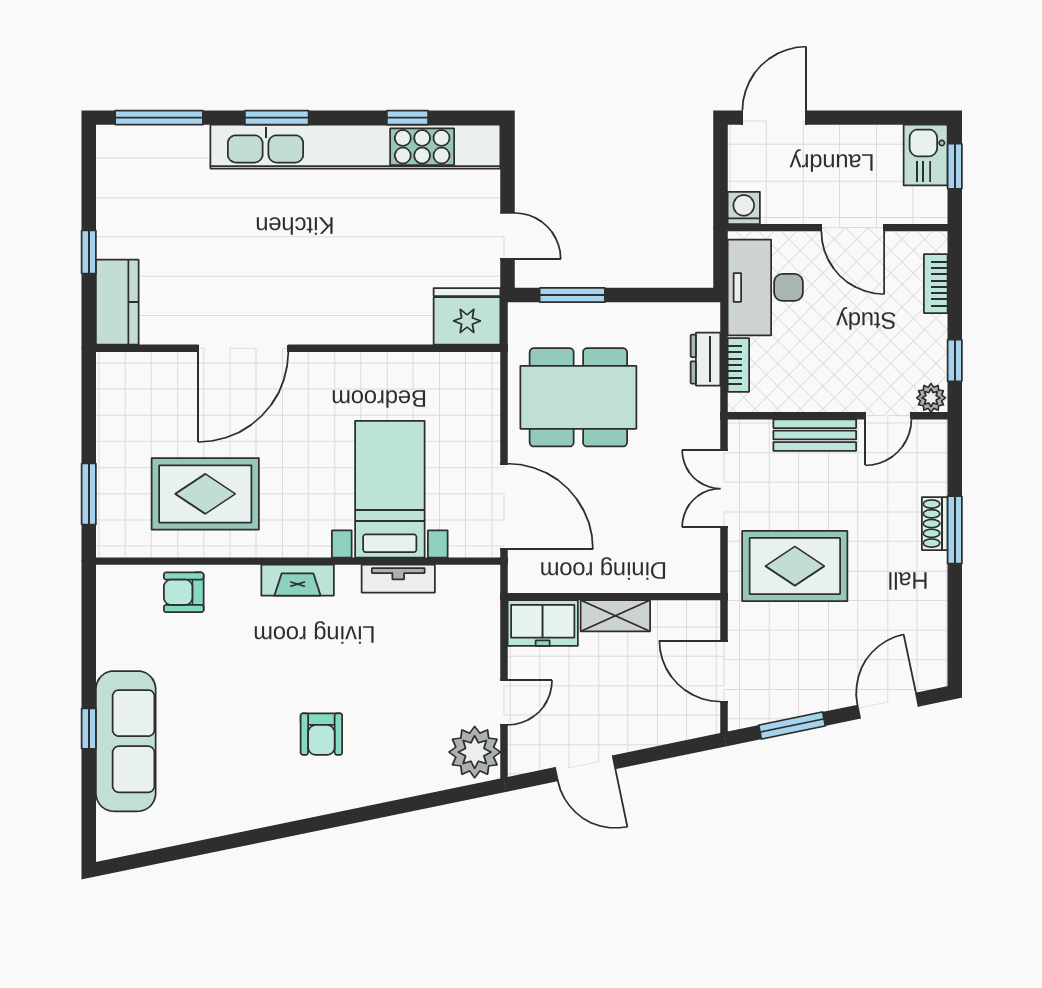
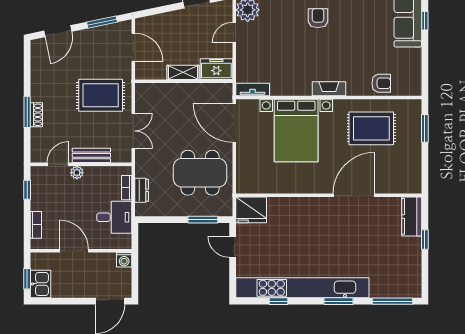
desk: (765, 287) -> (114, 217), width x0.73
plant: (931, 398) -> (77, 173), moved
bed with nightstands: (390, 489) -> (296, 131), width x1.36
tv unit: (398, 579) -> (253, 89), moved

